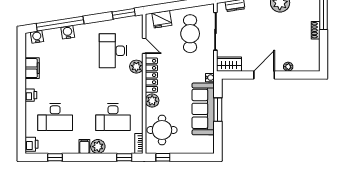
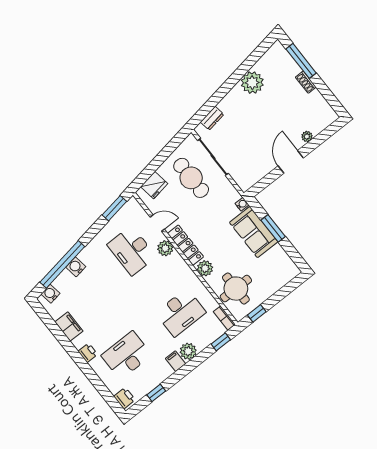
wardrobe: (229, 64) -> (250, 178), removed
sofa: (203, 109) -> (254, 232), width x0.73
desk: (55, 117) -> (127, 355), turned 180

